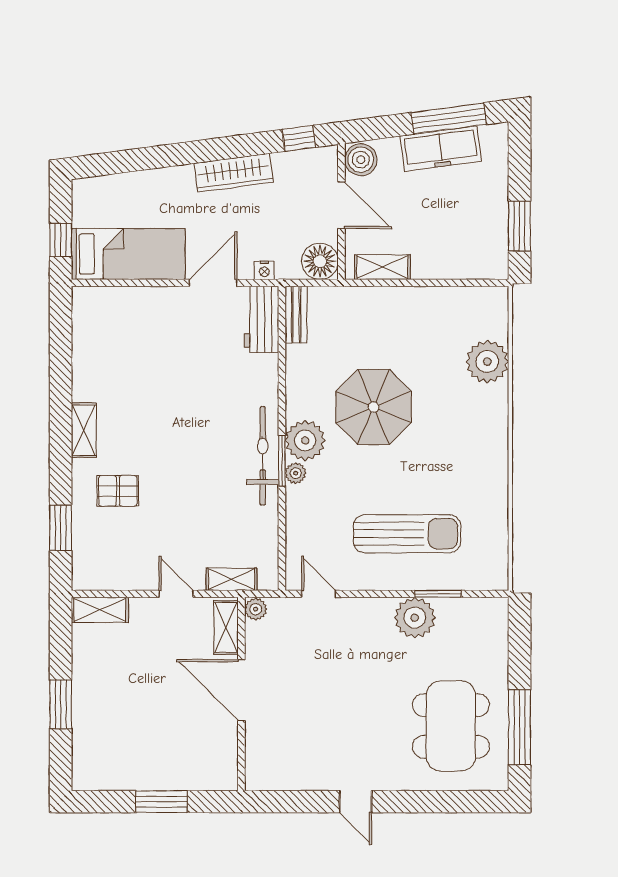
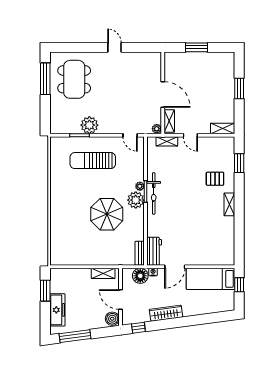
freezer: (441, 149) -> (57, 310), moved, turned 98
floor lamp: (320, 261) -> (140, 276), moved
plant: (487, 362) -> (59, 233), removed

